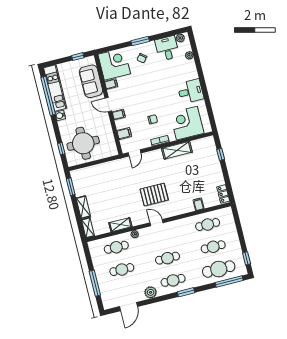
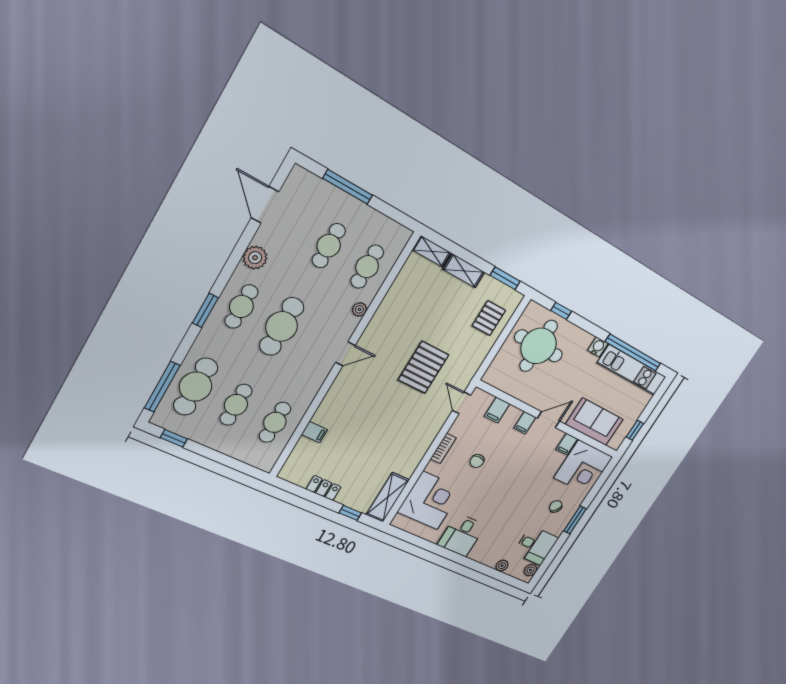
shelving: (177, 150) -> (388, 497), moved
pallet: (91, 177) -> (489, 318), added
locker: (223, 194) -> (324, 488), moved
pallet: (154, 195) -> (423, 367), moved
shelving: (120, 225) -> (392, 301), removed
cafe table: (167, 258) -> (282, 326), width x1.37, depth x1.35

